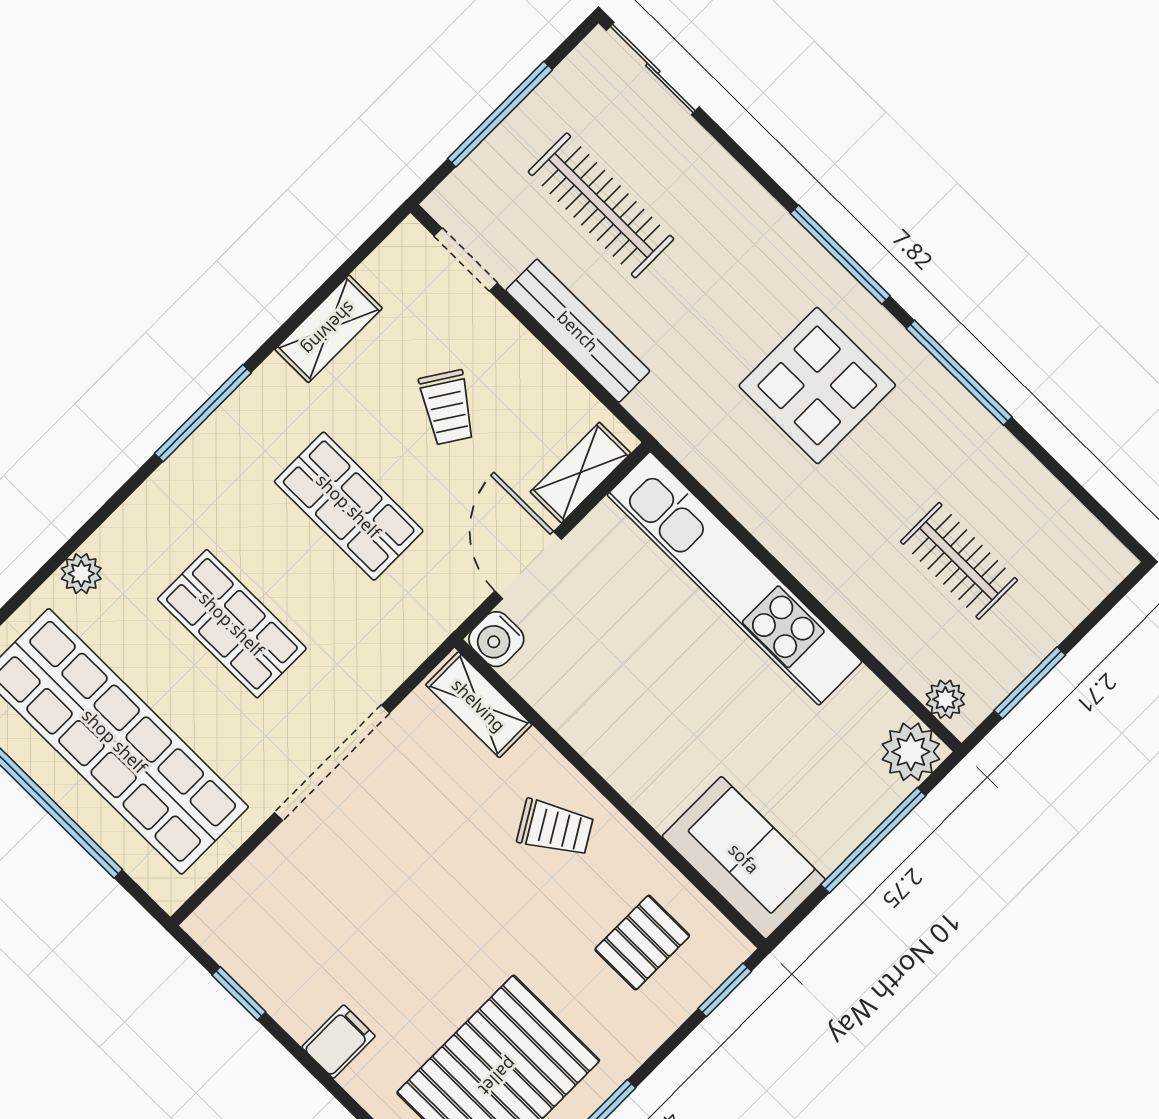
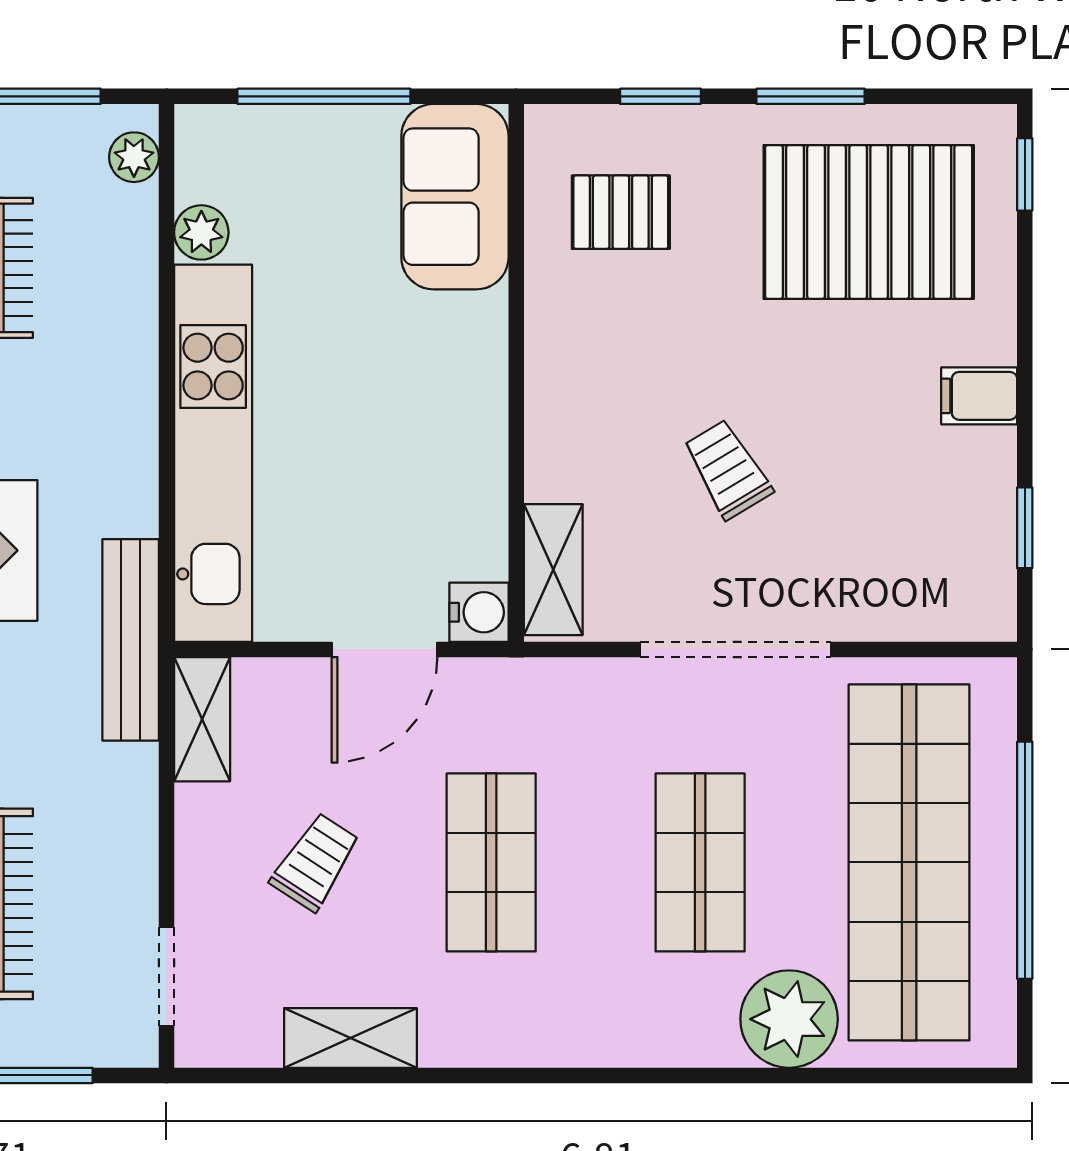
bench: (578, 331) -> (131, 640), moved
window: (203, 413) -> (537, 1075), removed
shelving: (580, 473) -> (202, 719), moved, turned 90
plant: (81, 574) -> (789, 1019), width x1.88, depth x1.88
plant: (911, 752) -> (201, 232), moved, width x0.73, depth x0.73
trolley: (555, 828) -> (728, 469), moved
window: (725, 990) -> (660, 96), moved

